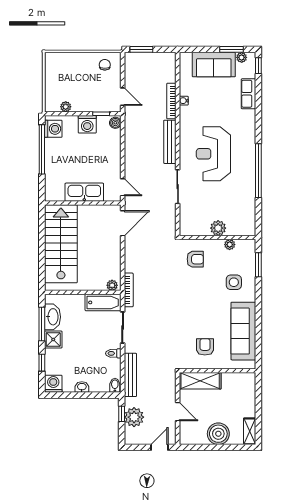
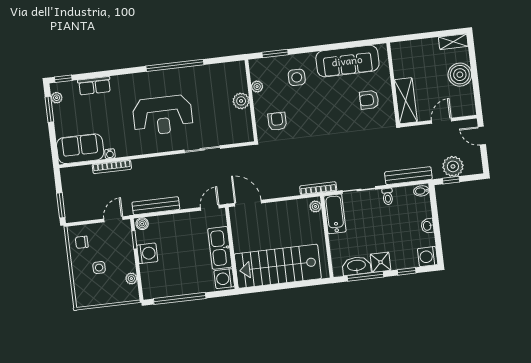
sofa: (214, 65) -> (80, 149), moved, turned -90
side table: (79, 78) -> (99, 268), added
washing machine: (53, 129) -> (224, 279), moved, turned -90
bench: (170, 142) -> (156, 206), moved

